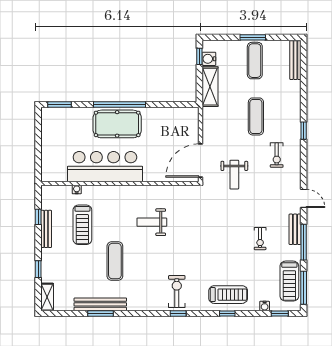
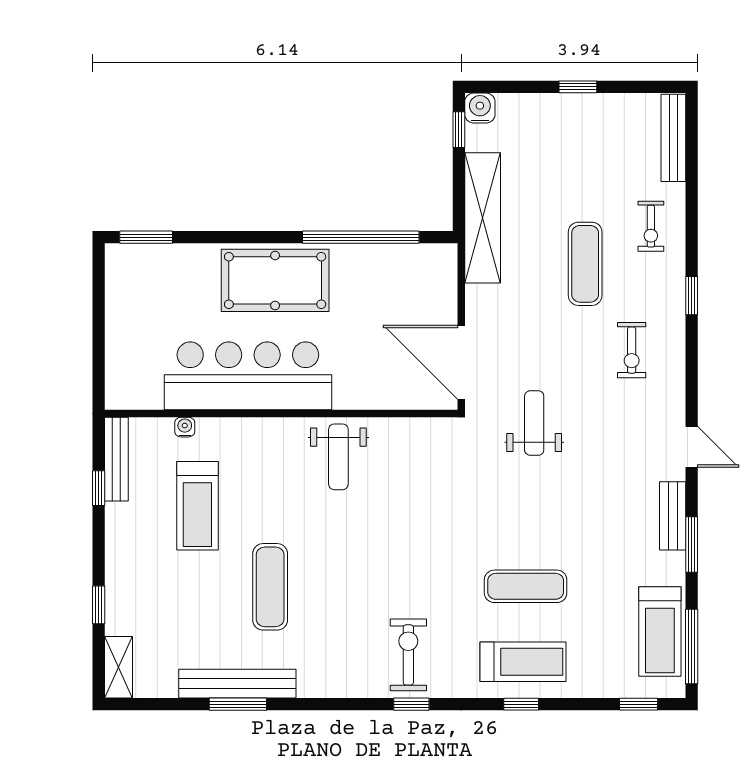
window: (253, 37) -> (578, 87), width x0.67
water cooler: (209, 59) -> (480, 108), moved, turned 90
exercise mat: (255, 61) -> (526, 586), moved, turned 90
shelving: (210, 87) -> (483, 218), width x1.47
window: (120, 104) -> (361, 237), moved
door: (200, 161) -> (461, 362), hinge flipped
weight bench: (234, 175) -> (534, 423), moved, turned 180
weight bench: (152, 222) -> (338, 457), moved, turned -90
bench: (46, 229) -> (116, 459), moved
exercise bike: (260, 239) -> (651, 226), moved
window: (304, 242) -> (692, 545), width x0.69
water cooler: (265, 306) -> (605, 687), removed

